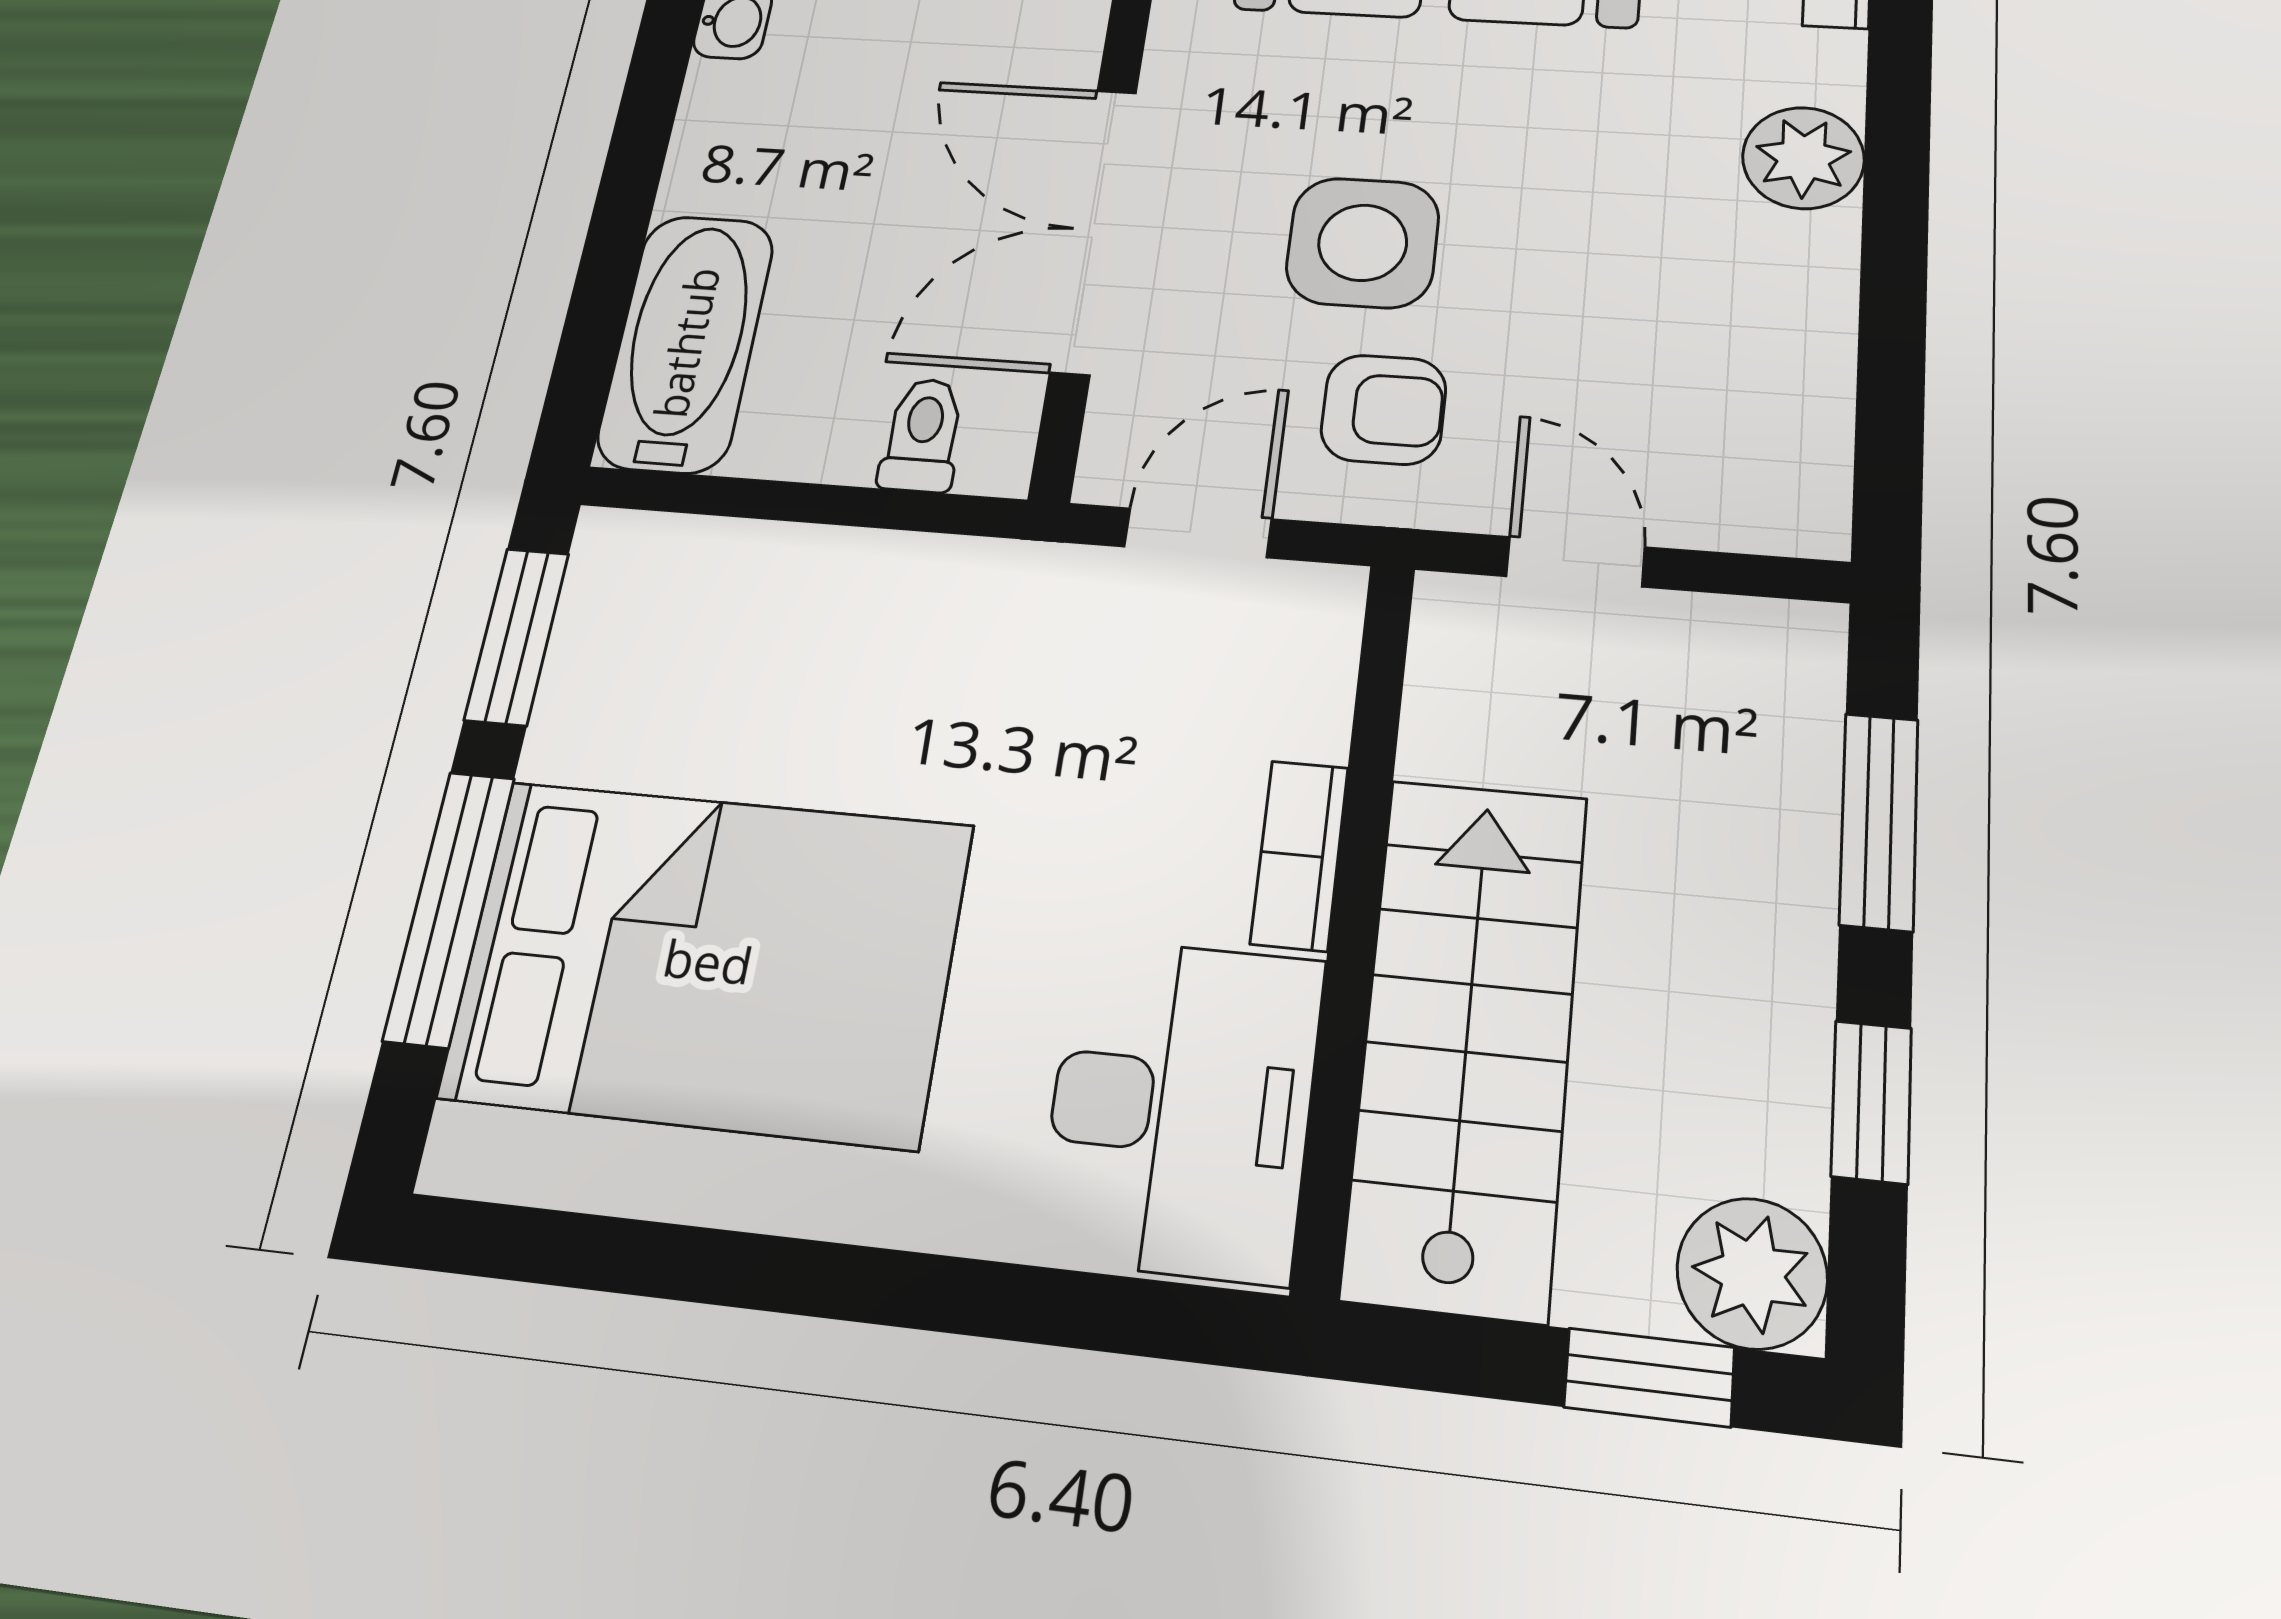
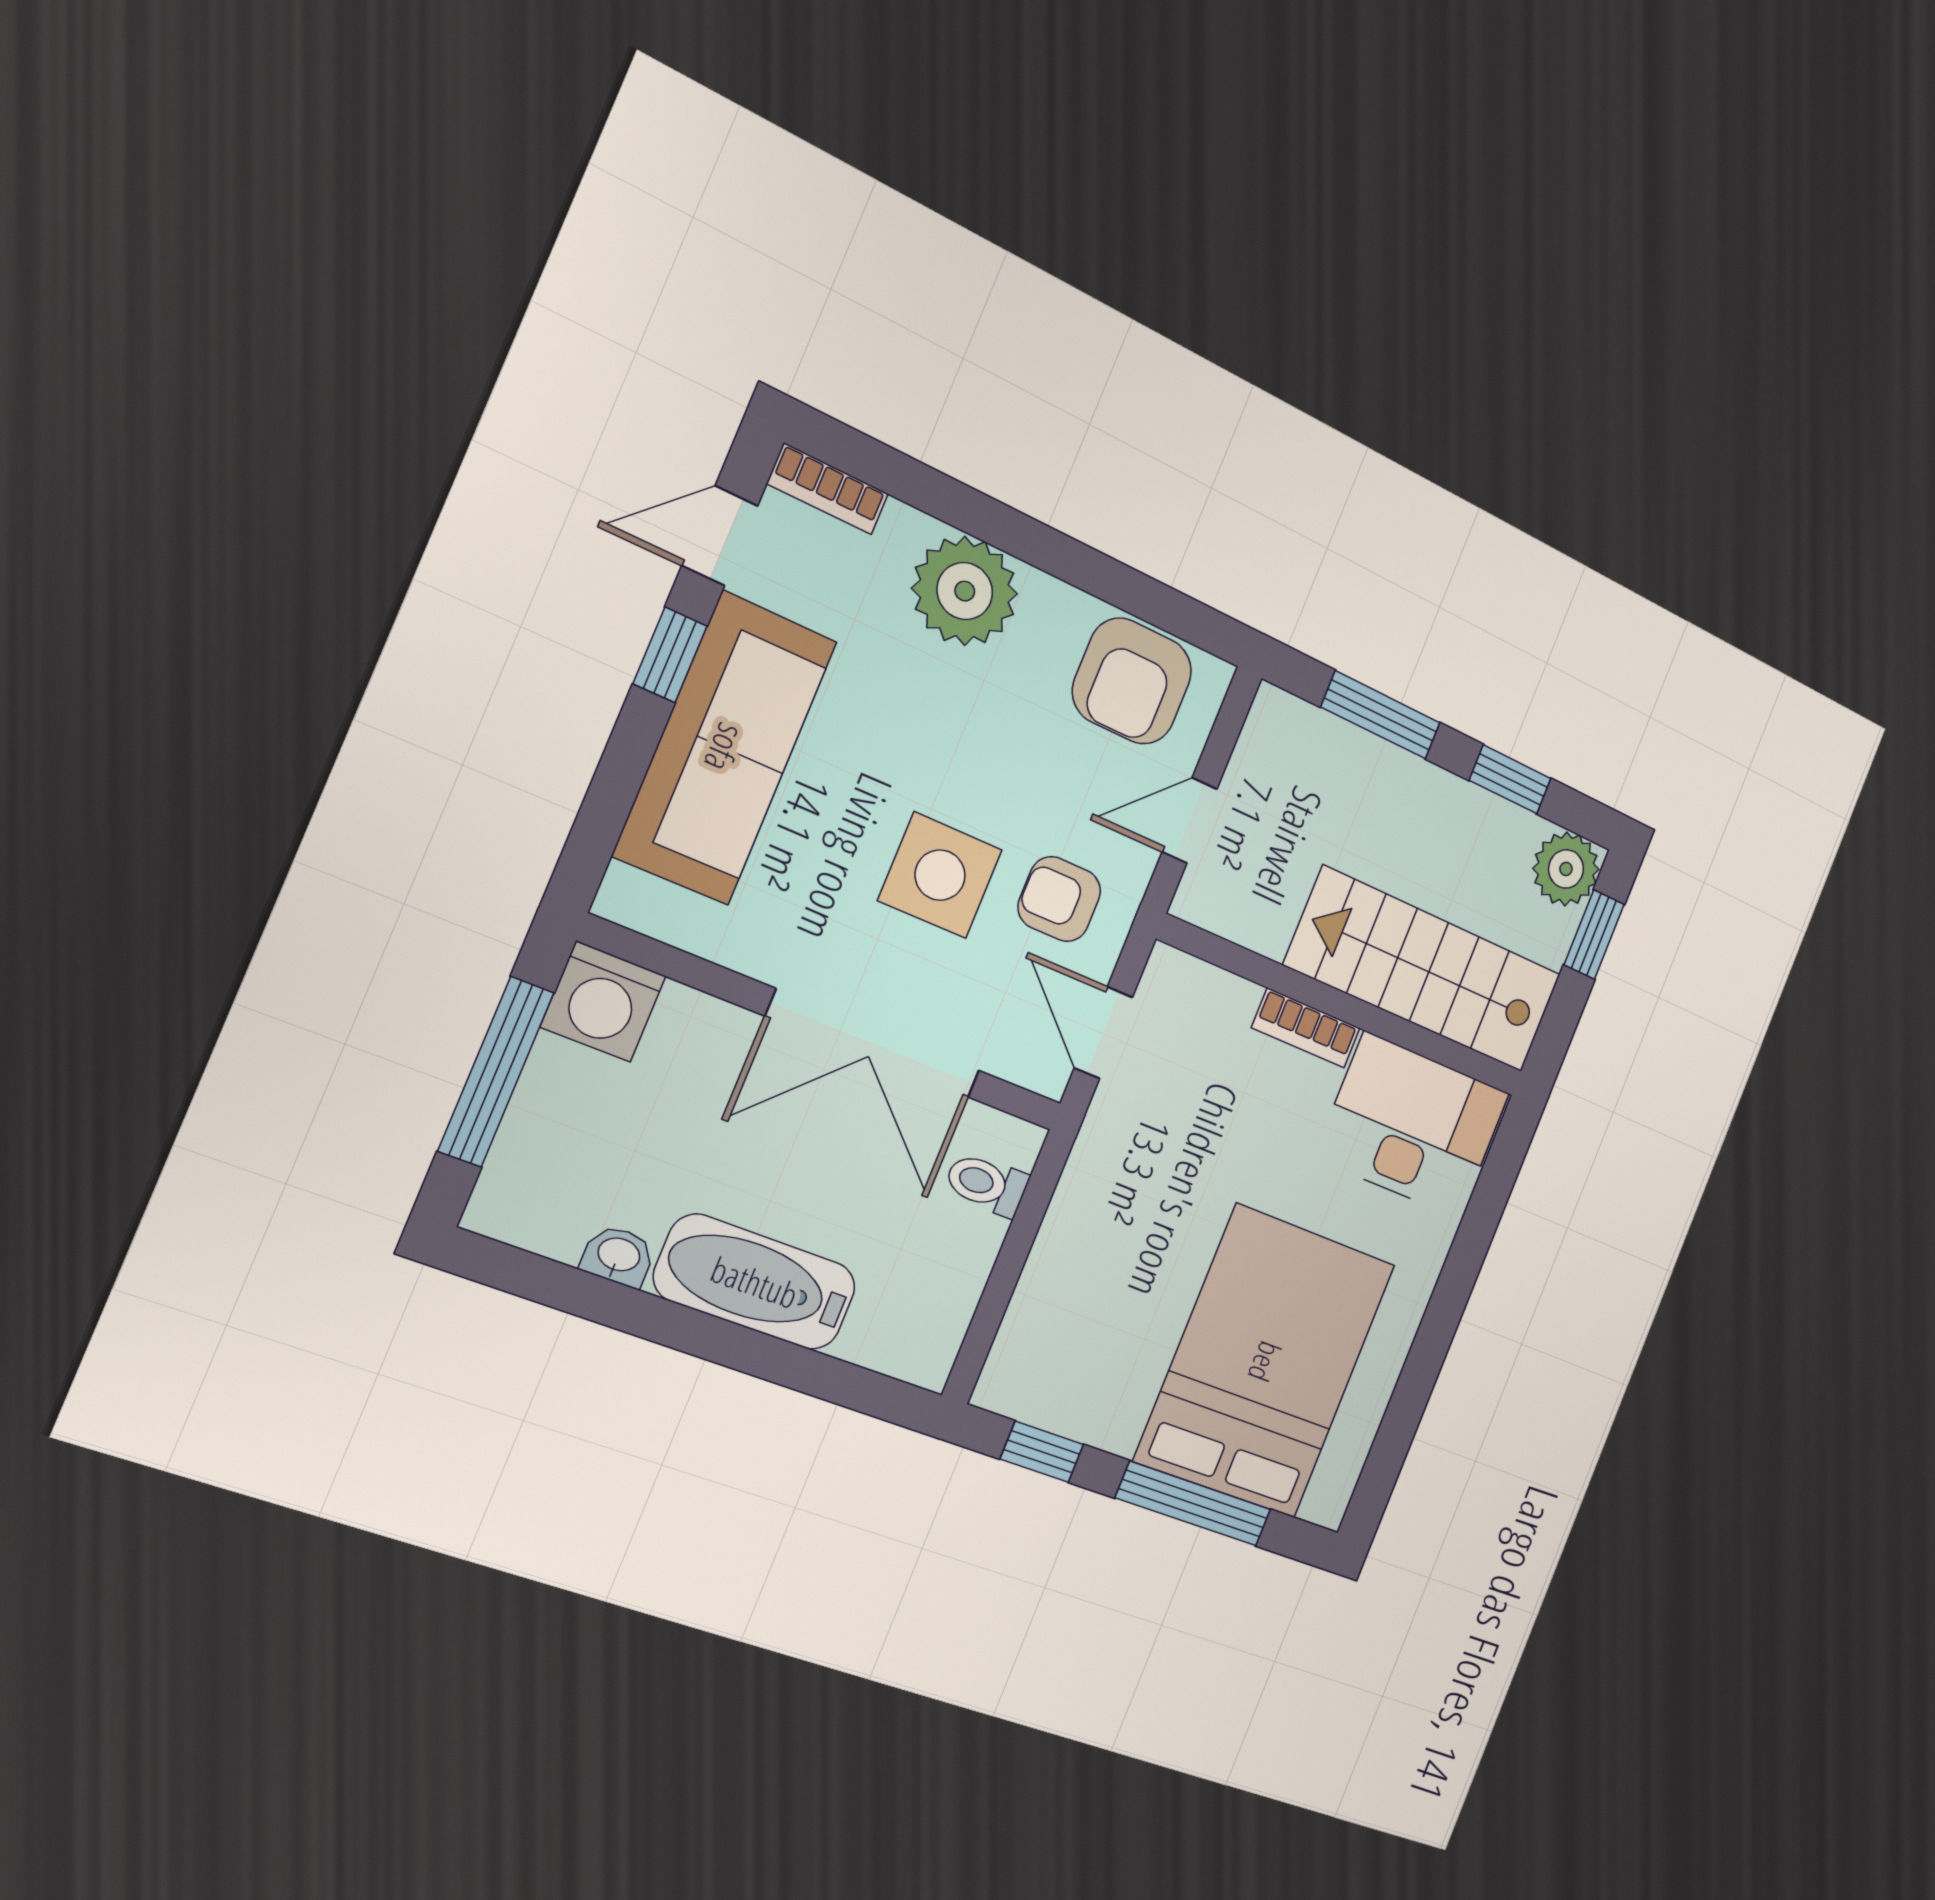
plant: (1803, 158) -> (965, 591), width x1.36, depth x1.36
bathtub: (686, 343) -> (755, 1282), moved
armchair: (1384, 410) -> (1059, 899), turned -90
armchair: (1755, 413) -> (1132, 681), added
window: (517, 636) -> (1042, 1452), width x0.67

